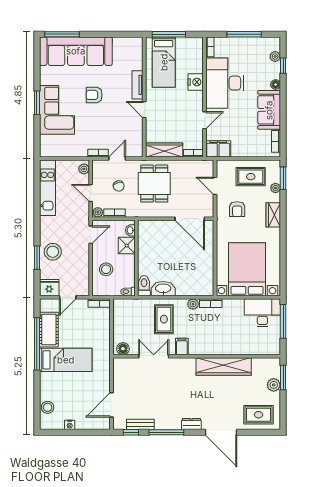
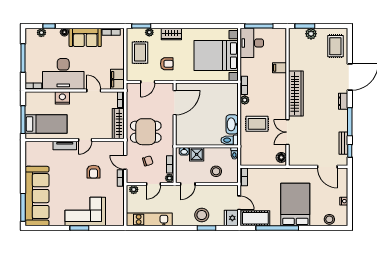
armchair: (94, 95) -> (94, 172), moved
door: (91, 235) -> (188, 184), swing flipped
cot: (49, 330) -> (255, 218), moved
filing cabinet: (182, 347) -> (280, 68), moved
bed: (66, 360) -> (295, 204), width x1.50
wardrobe: (224, 366) -> (296, 94), moved

